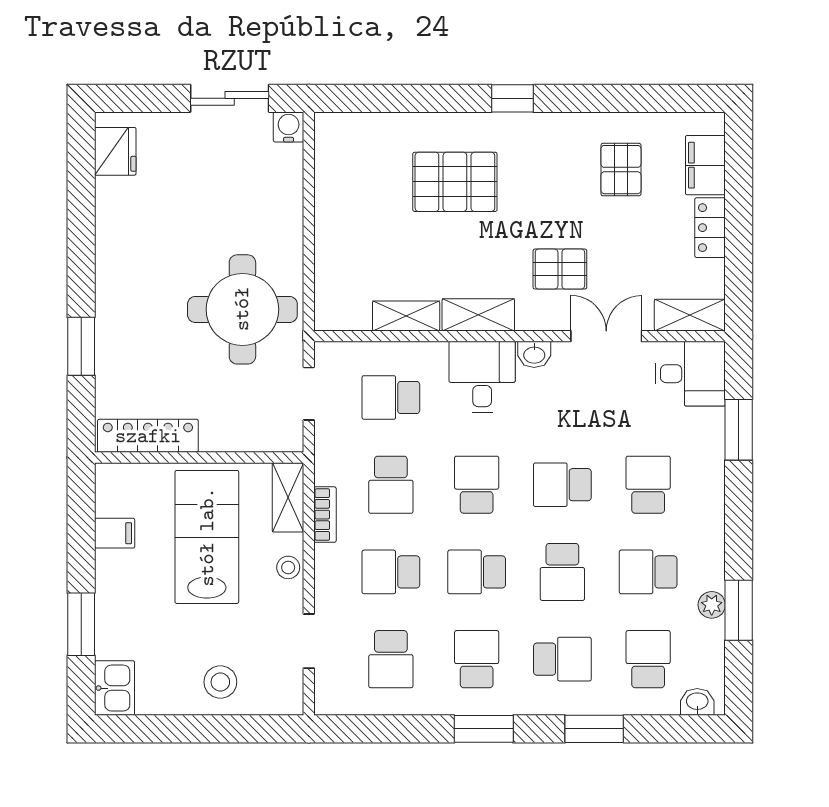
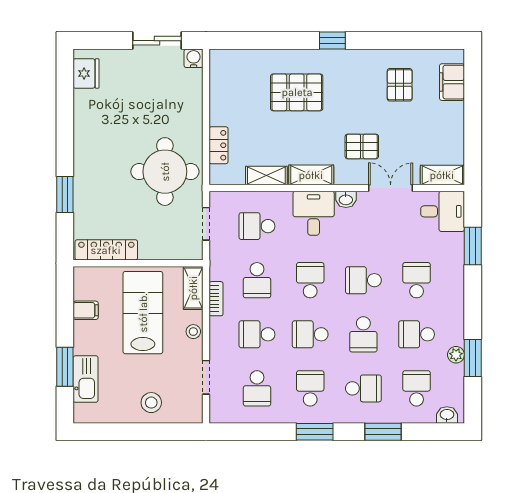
locker: (710, 228) -> (219, 145), moved, turned 180
kitchen sink: (114, 688) -> (86, 379), moved, width x1.38

